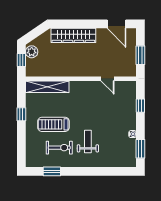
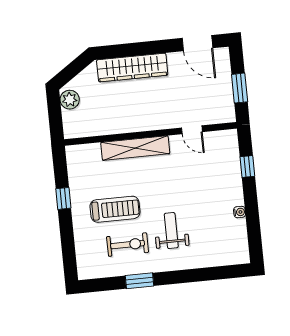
window: (21, 60) -> (55, 114), removed
shelving: (47, 87) -> (135, 148), moved
treadmill: (53, 124) -> (115, 209), turned 180
window: (140, 149) -> (254, 234), removed
window: (52, 171) -> (140, 281), moved

